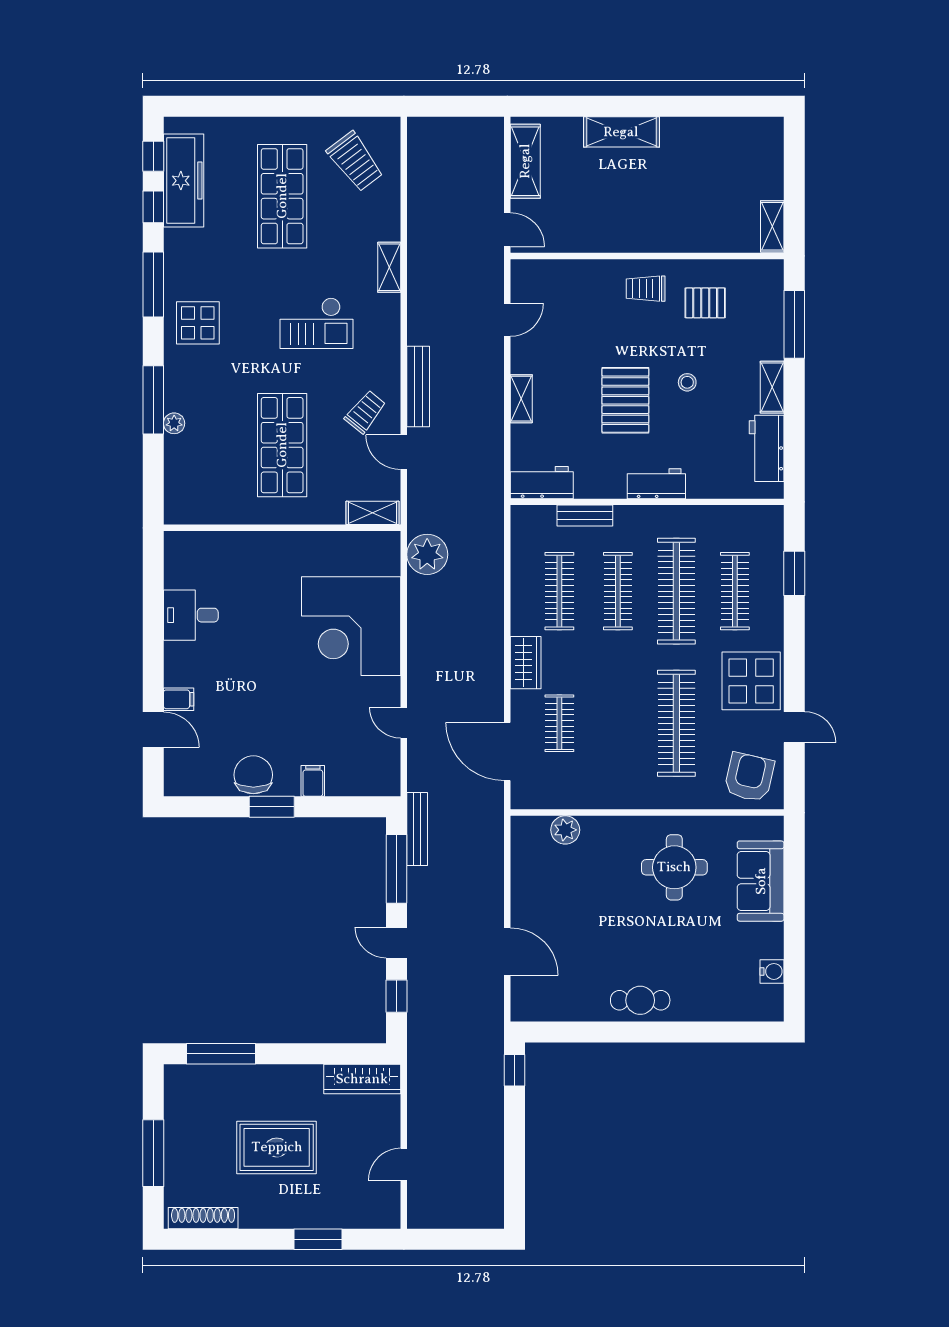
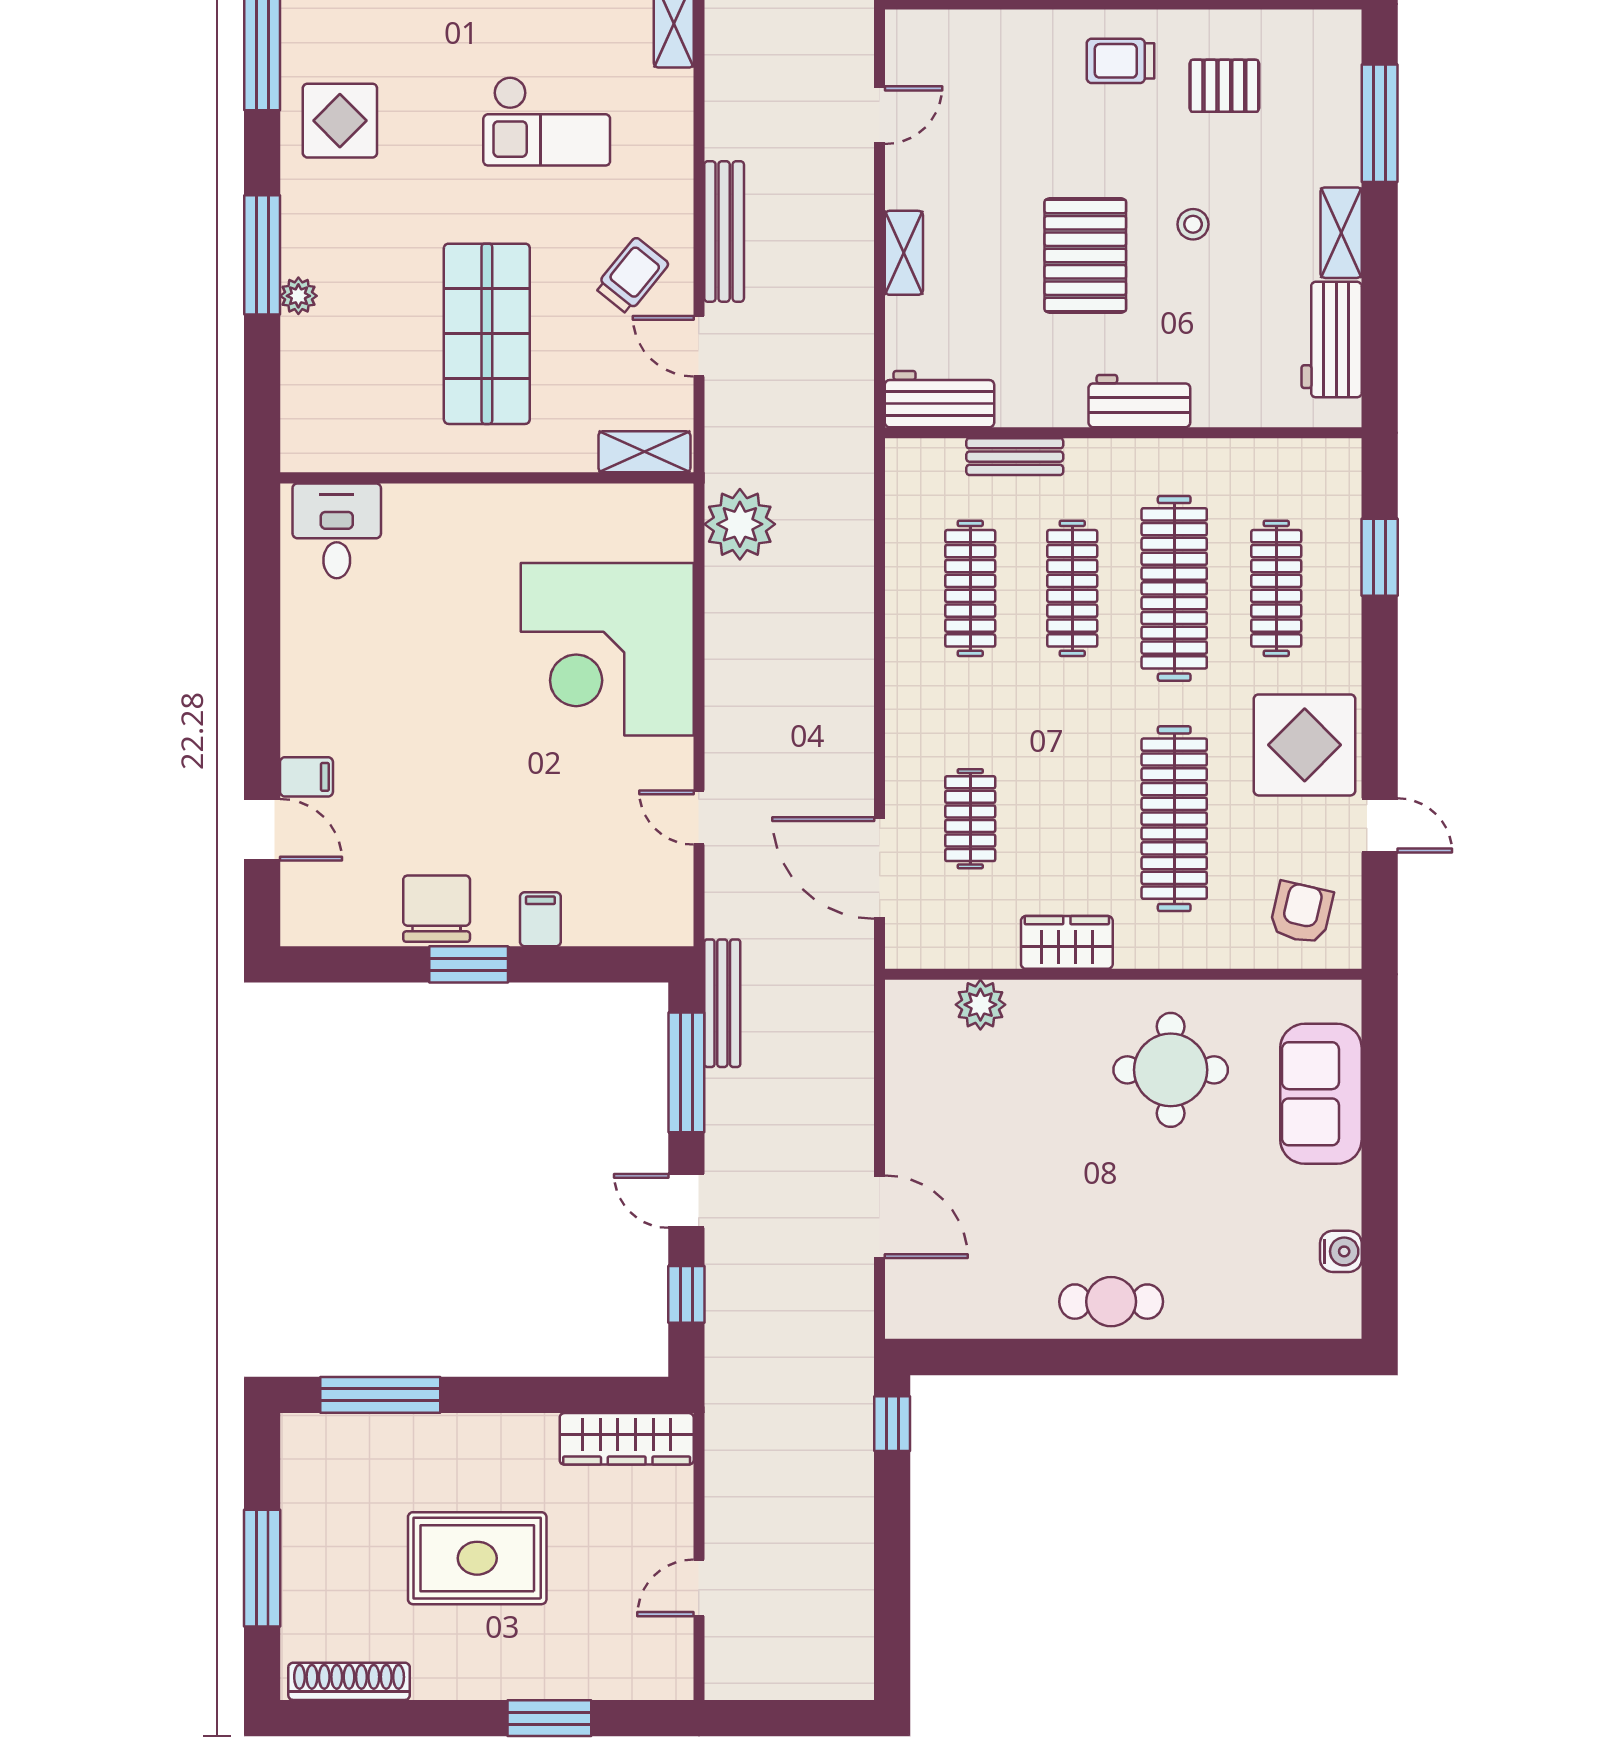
desk: (191, 615) -> (337, 531), moved, turned 90
wardrobe: (526, 663) -> (1067, 942), moved, turned -90
armchair: (749, 777) -> (1301, 913), width x0.72, depth x0.72

